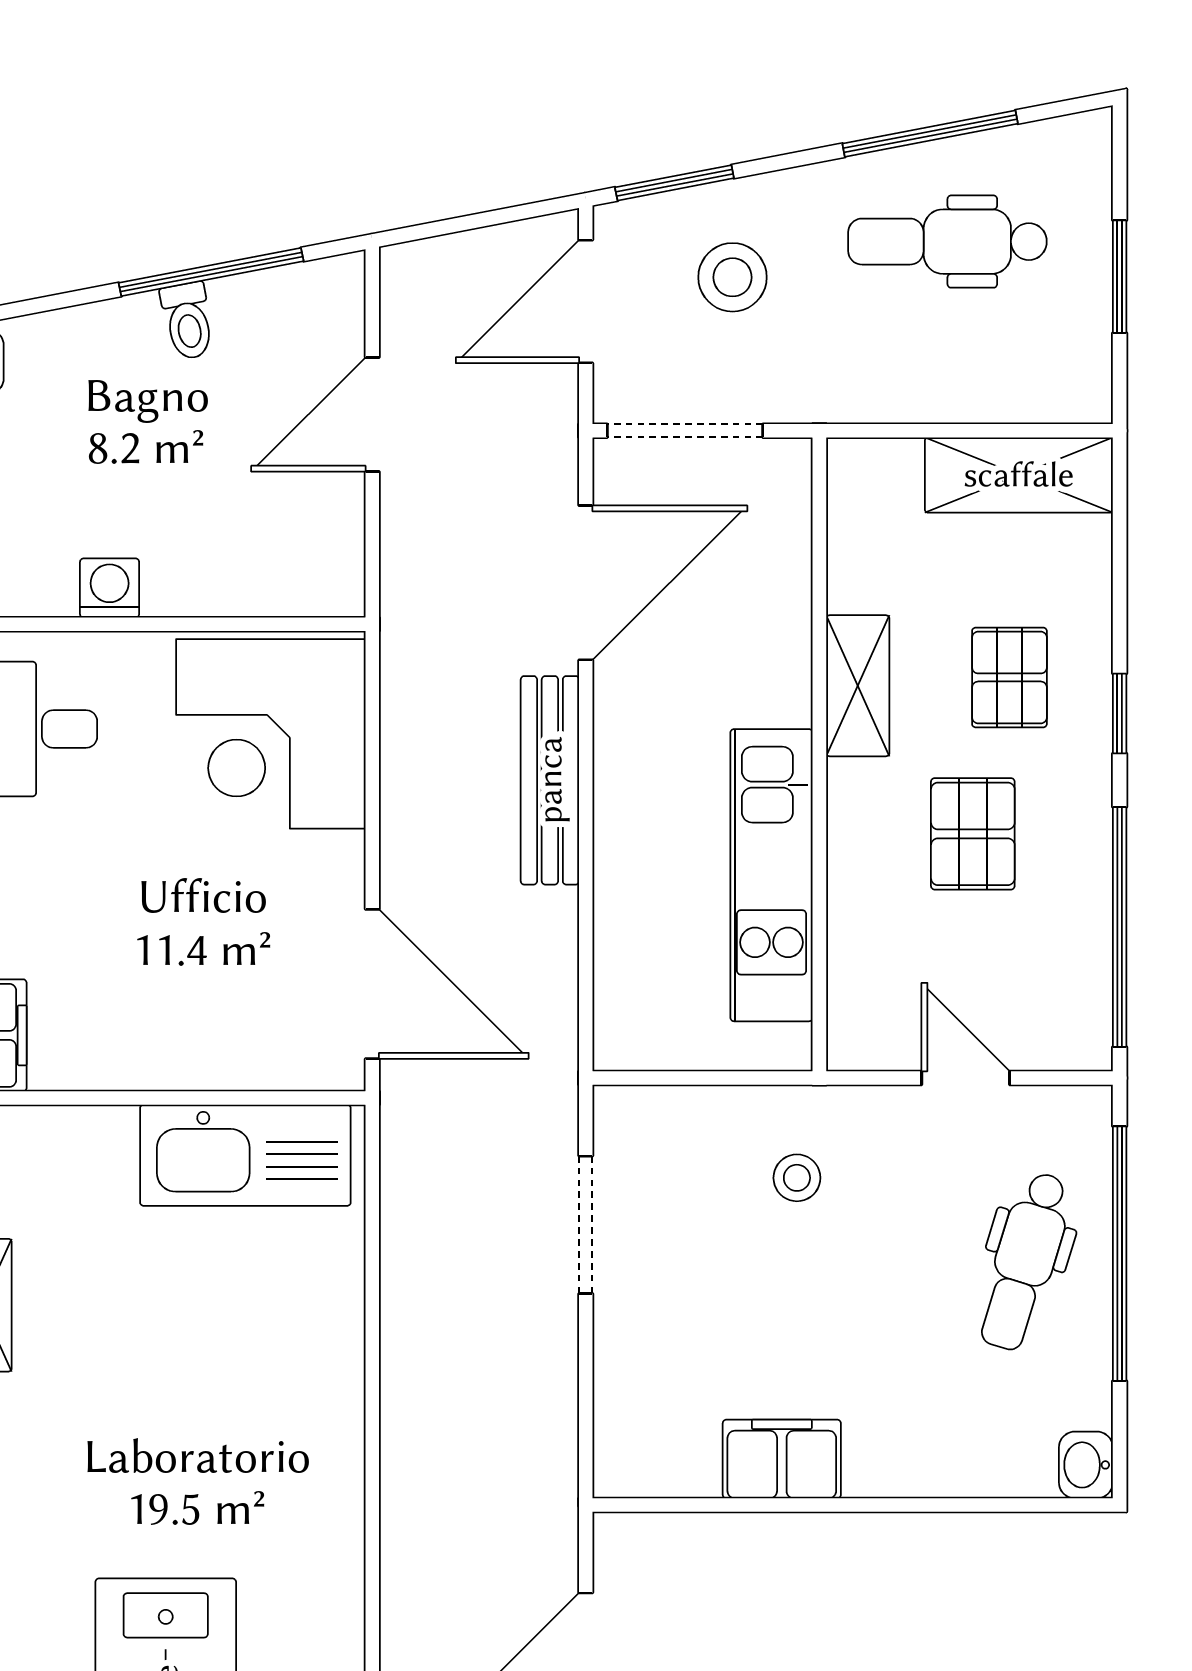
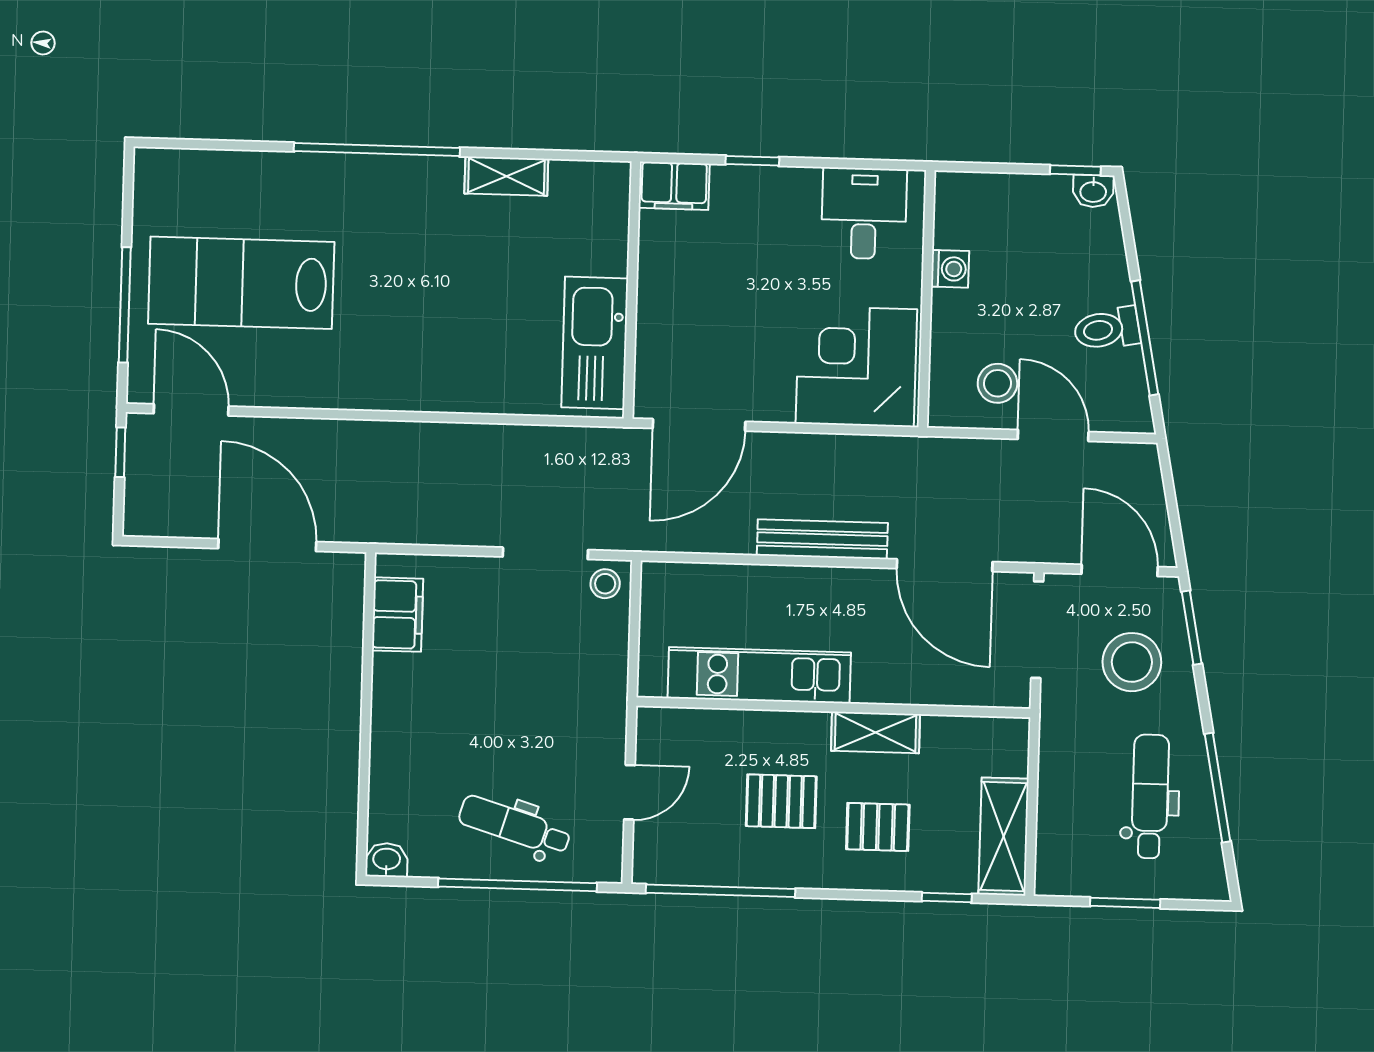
stool: (733, 277) -> (1132, 662), width x1.38, depth x1.38
toilet: (188, 321) -> (1107, 329), width x1.37, depth x1.39
stool: (291, 506) -> (997, 383), added
window: (1120, 714) -> (947, 898), moved
stool: (797, 1178) -> (605, 584), moved
filing cabinet: (782, 1459) -> (398, 615), moved

